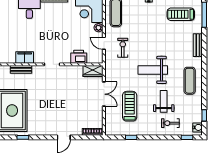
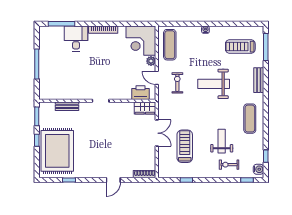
filing cabinet: (25, 57) -> (71, 93), removed
printer: (79, 57) -> (141, 93), moved
weight bench: (153, 70) -> (214, 84), moved

